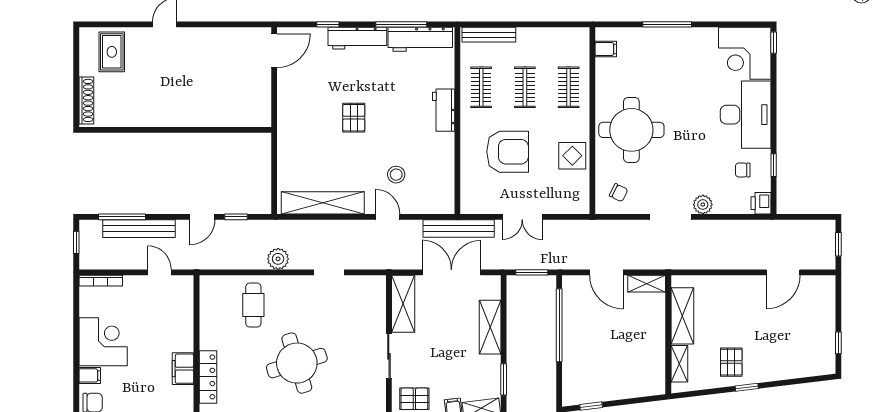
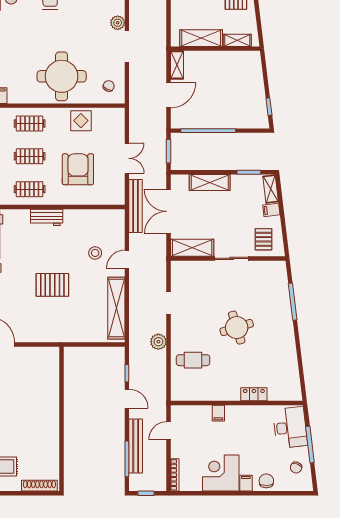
pallet: (354, 118) -> (52, 285), width x1.50, depth x1.42
round table: (297, 363) -> (237, 328), width x0.73, depth x0.73
filing cabinet: (183, 369) -> (218, 413), moved, width x0.50
locker: (208, 377) -> (254, 394), width x0.66

